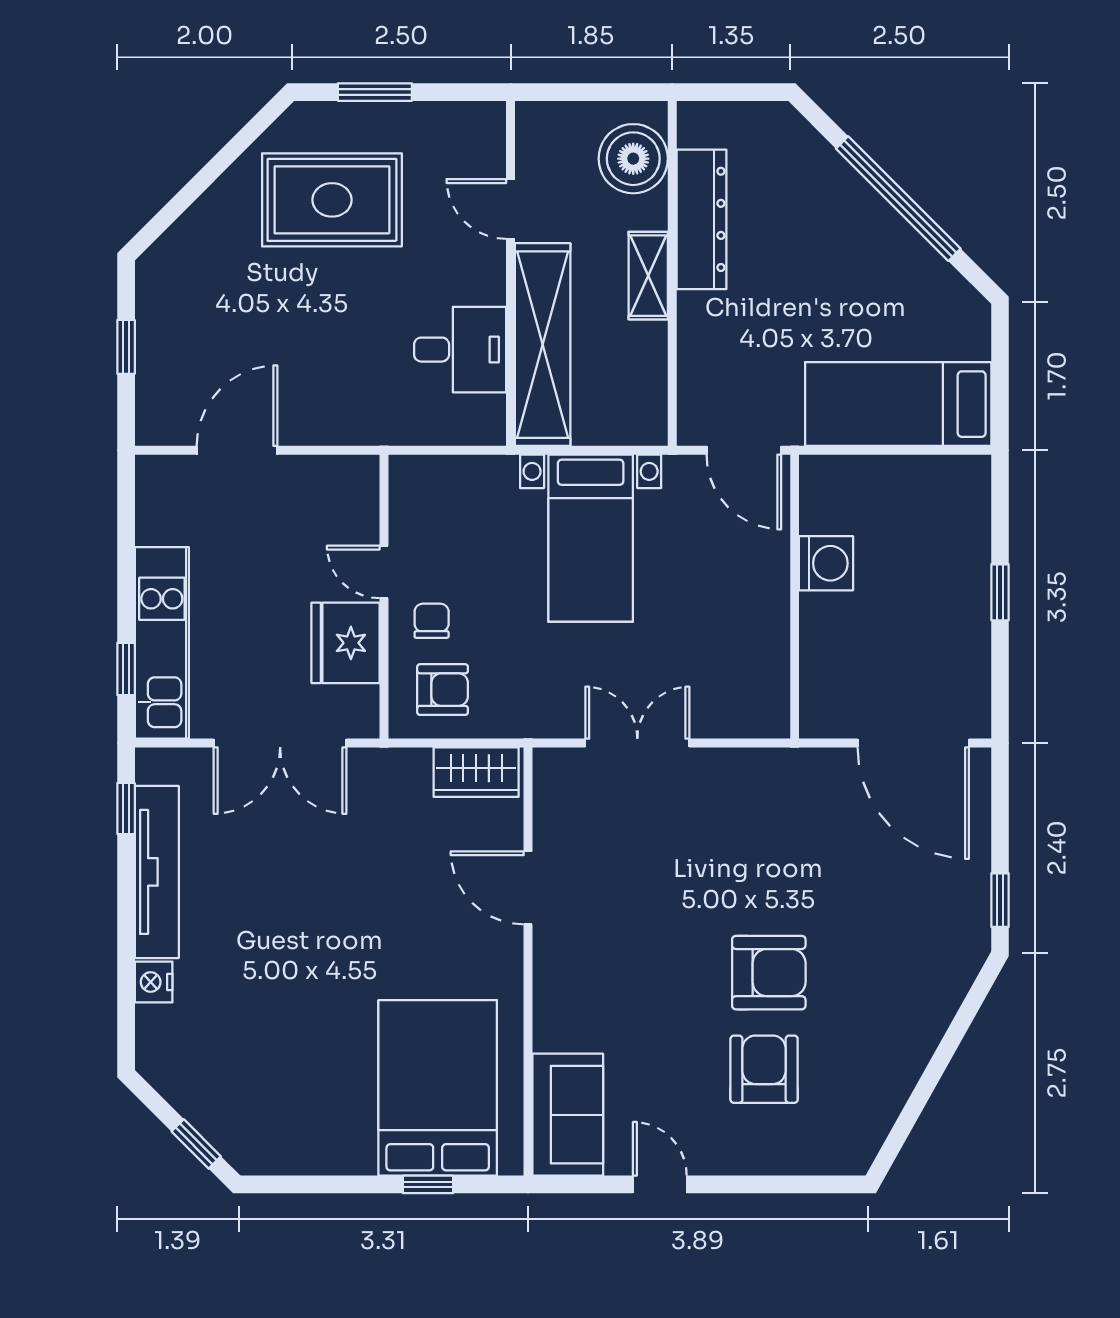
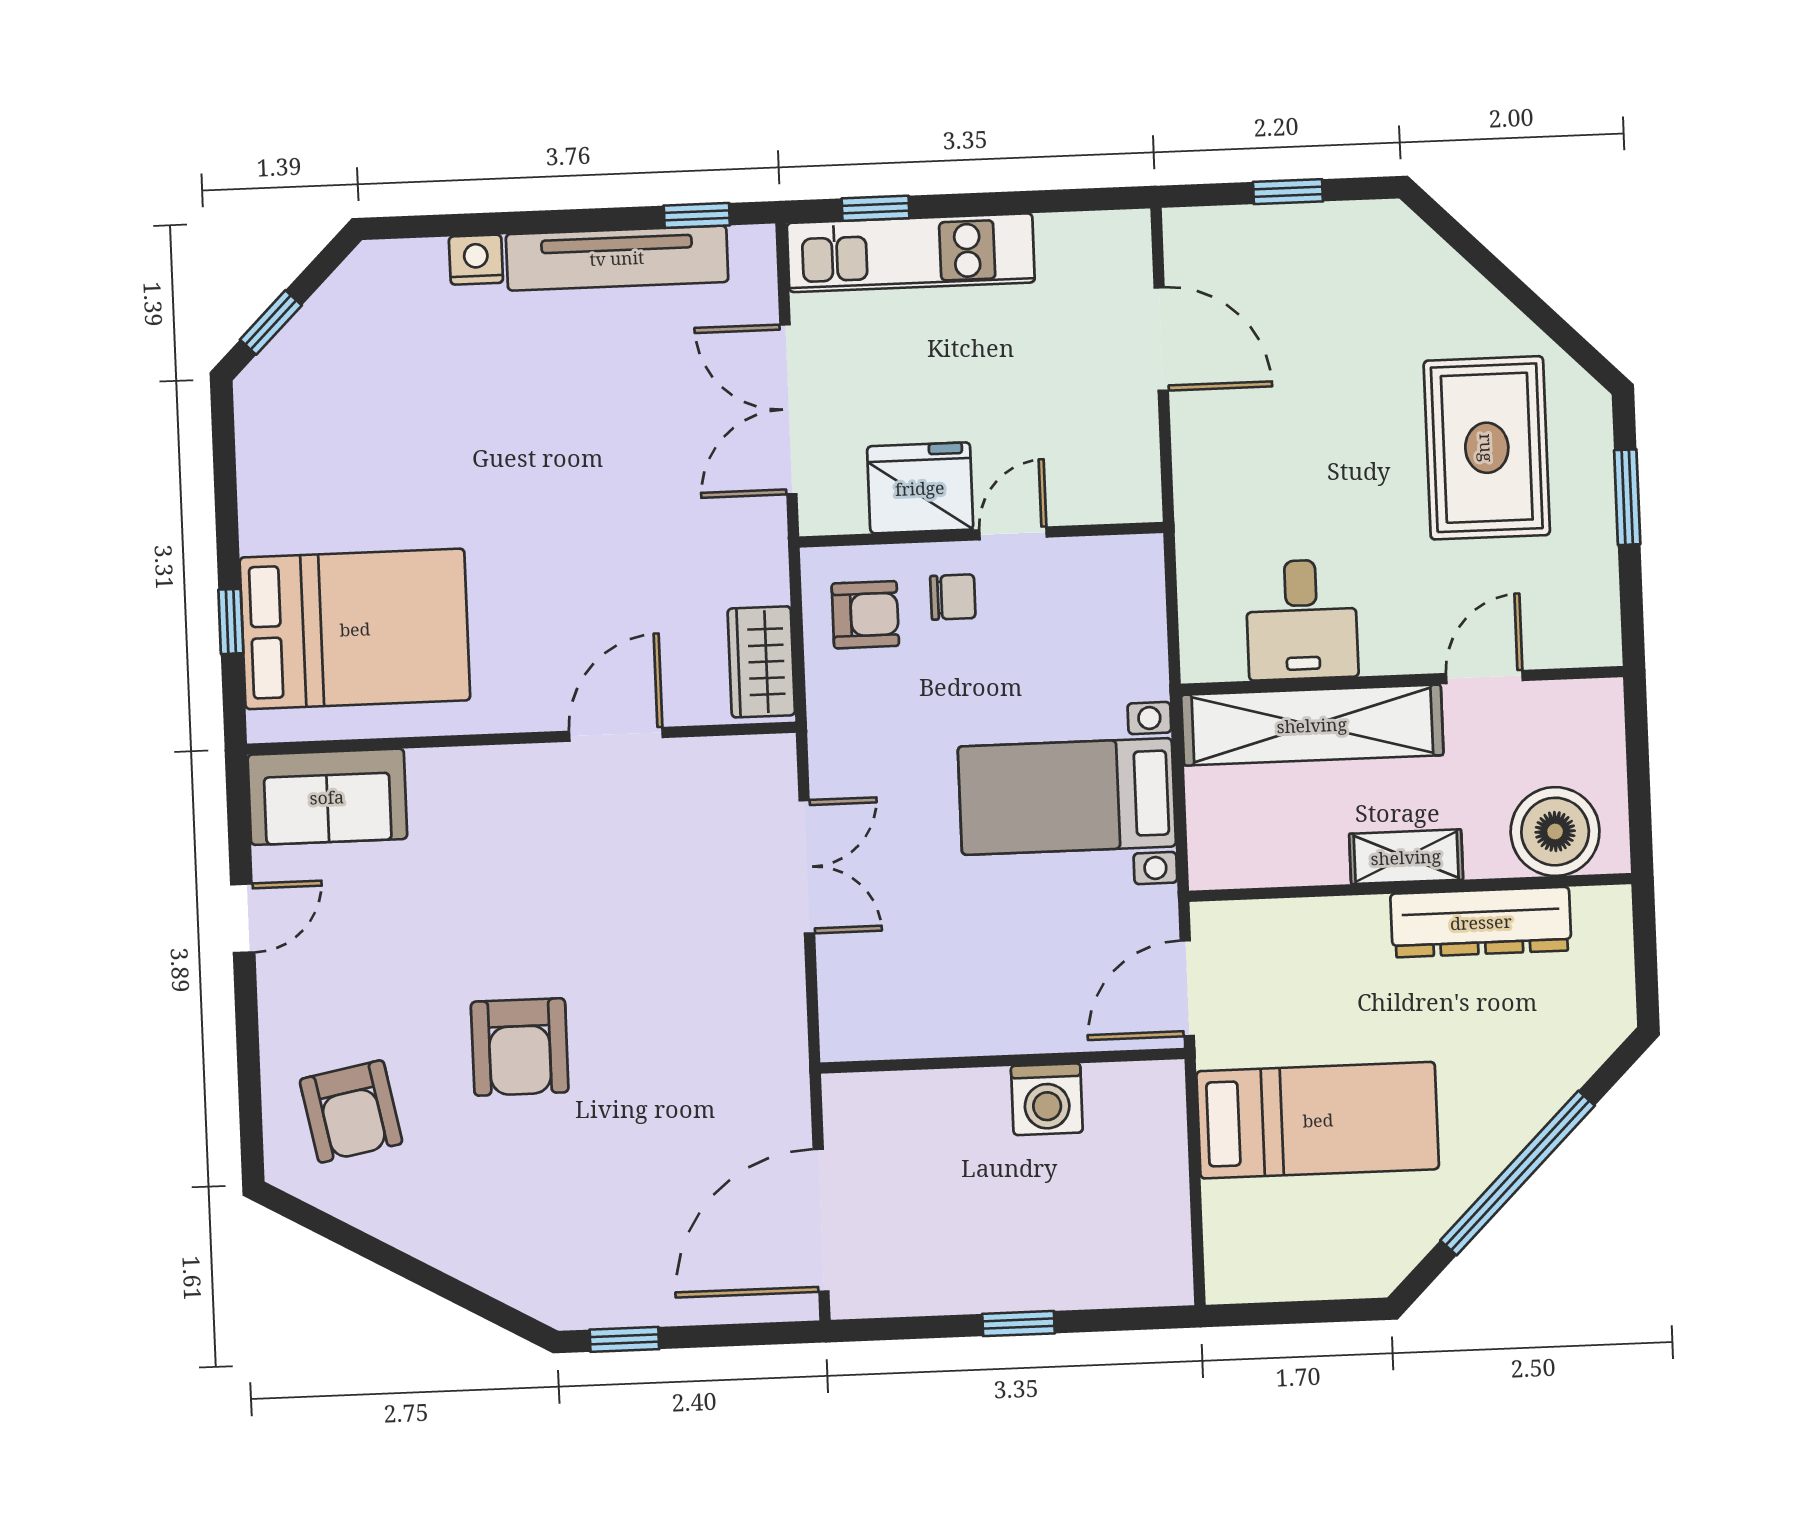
bed: (898, 404) -> (1318, 1120), moved, turned 90
armchair: (443, 690) -> (865, 615), turned -90
armchair: (764, 1069) -> (351, 1111), moved, turned 79

